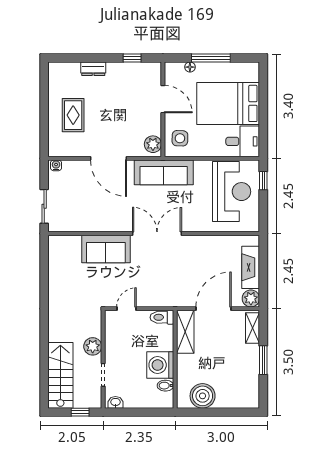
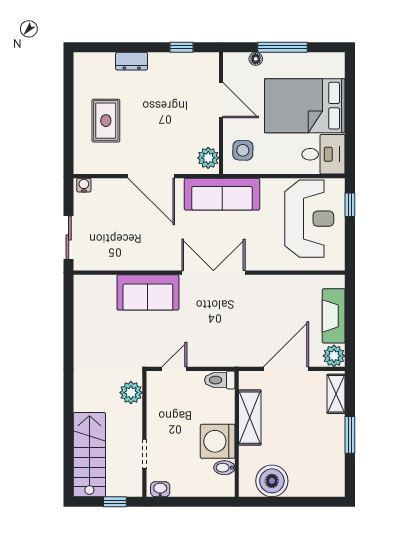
shelving: (185, 332) -> (250, 418), moved
plant: (93, 346) -> (131, 393), moved

